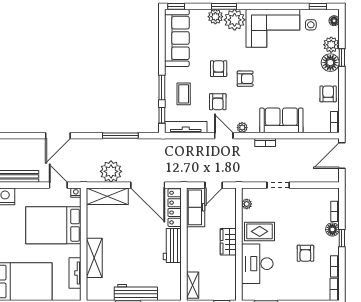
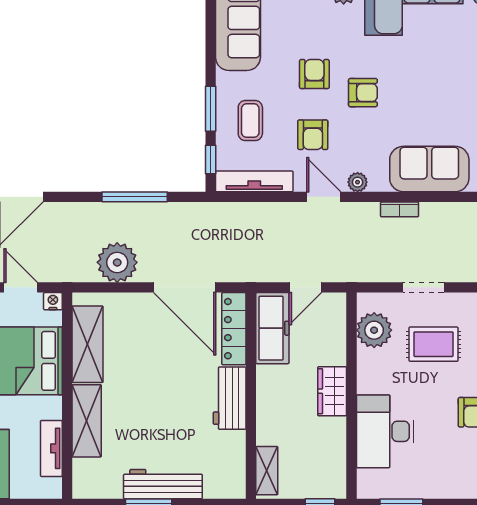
shelving: (107, 196) -> (88, 344), moved, turned 90
plant: (247, 204) -> (374, 330), width x1.87, depth x1.87
rug: (260, 231) -> (434, 344), moved

